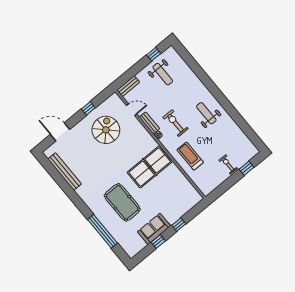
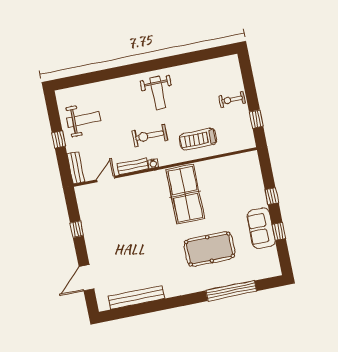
window: (154, 54) -> (59, 139), moved
weight bench: (206, 113) -> (158, 93), turned -90
spiral stairs: (106, 130) -> (113, 222), removed
window: (247, 168) -> (256, 119), moved

